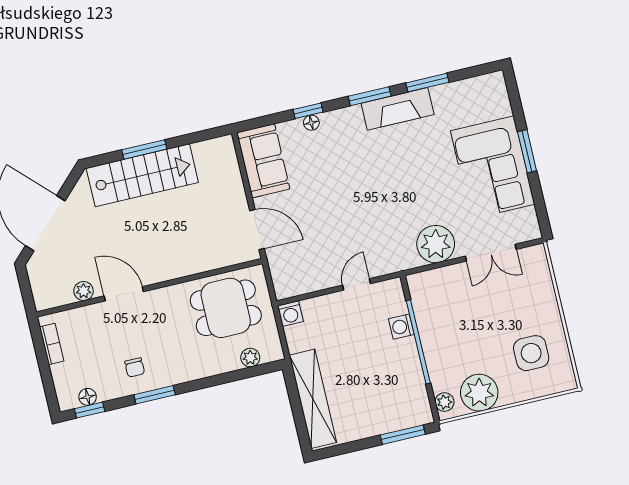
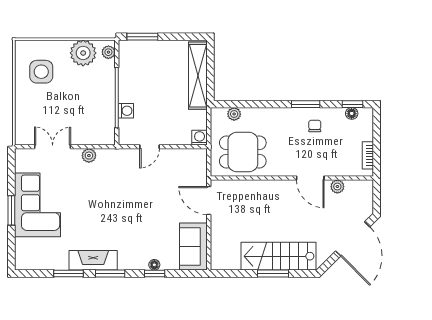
plant: (436, 244) -> (89, 156), width x0.53, depth x0.53

